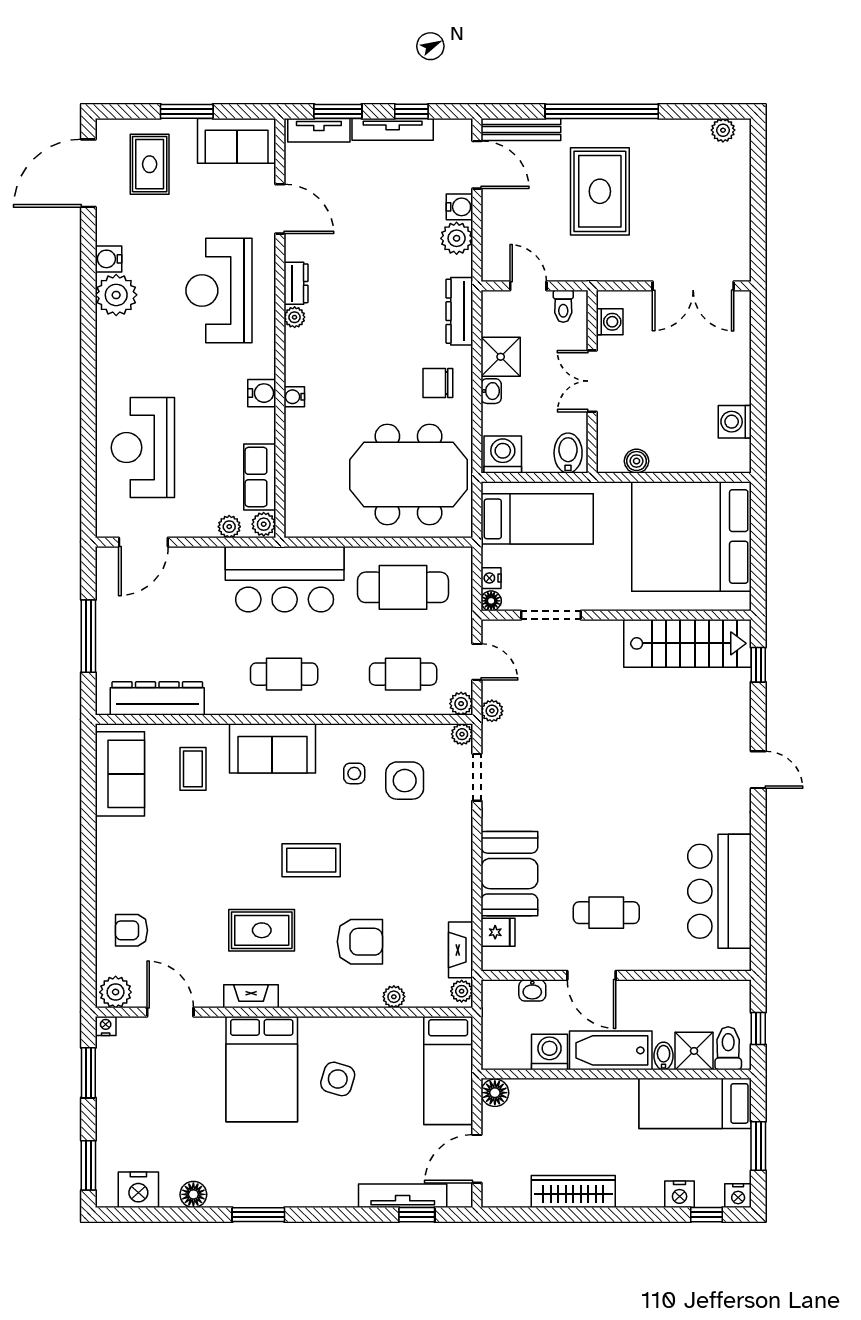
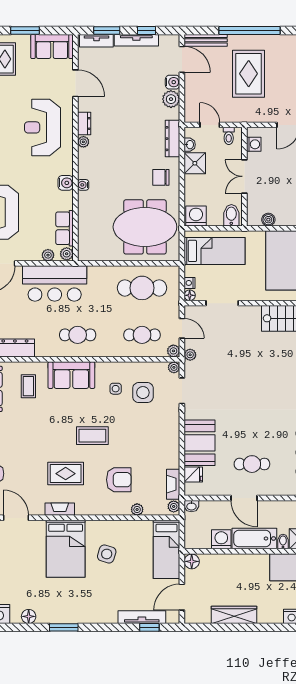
washbasin: (491, 391) -> (190, 145), moved
bar counter: (285, 579) -> (55, 284), moved
washbasin: (532, 990) -> (191, 506), moved

